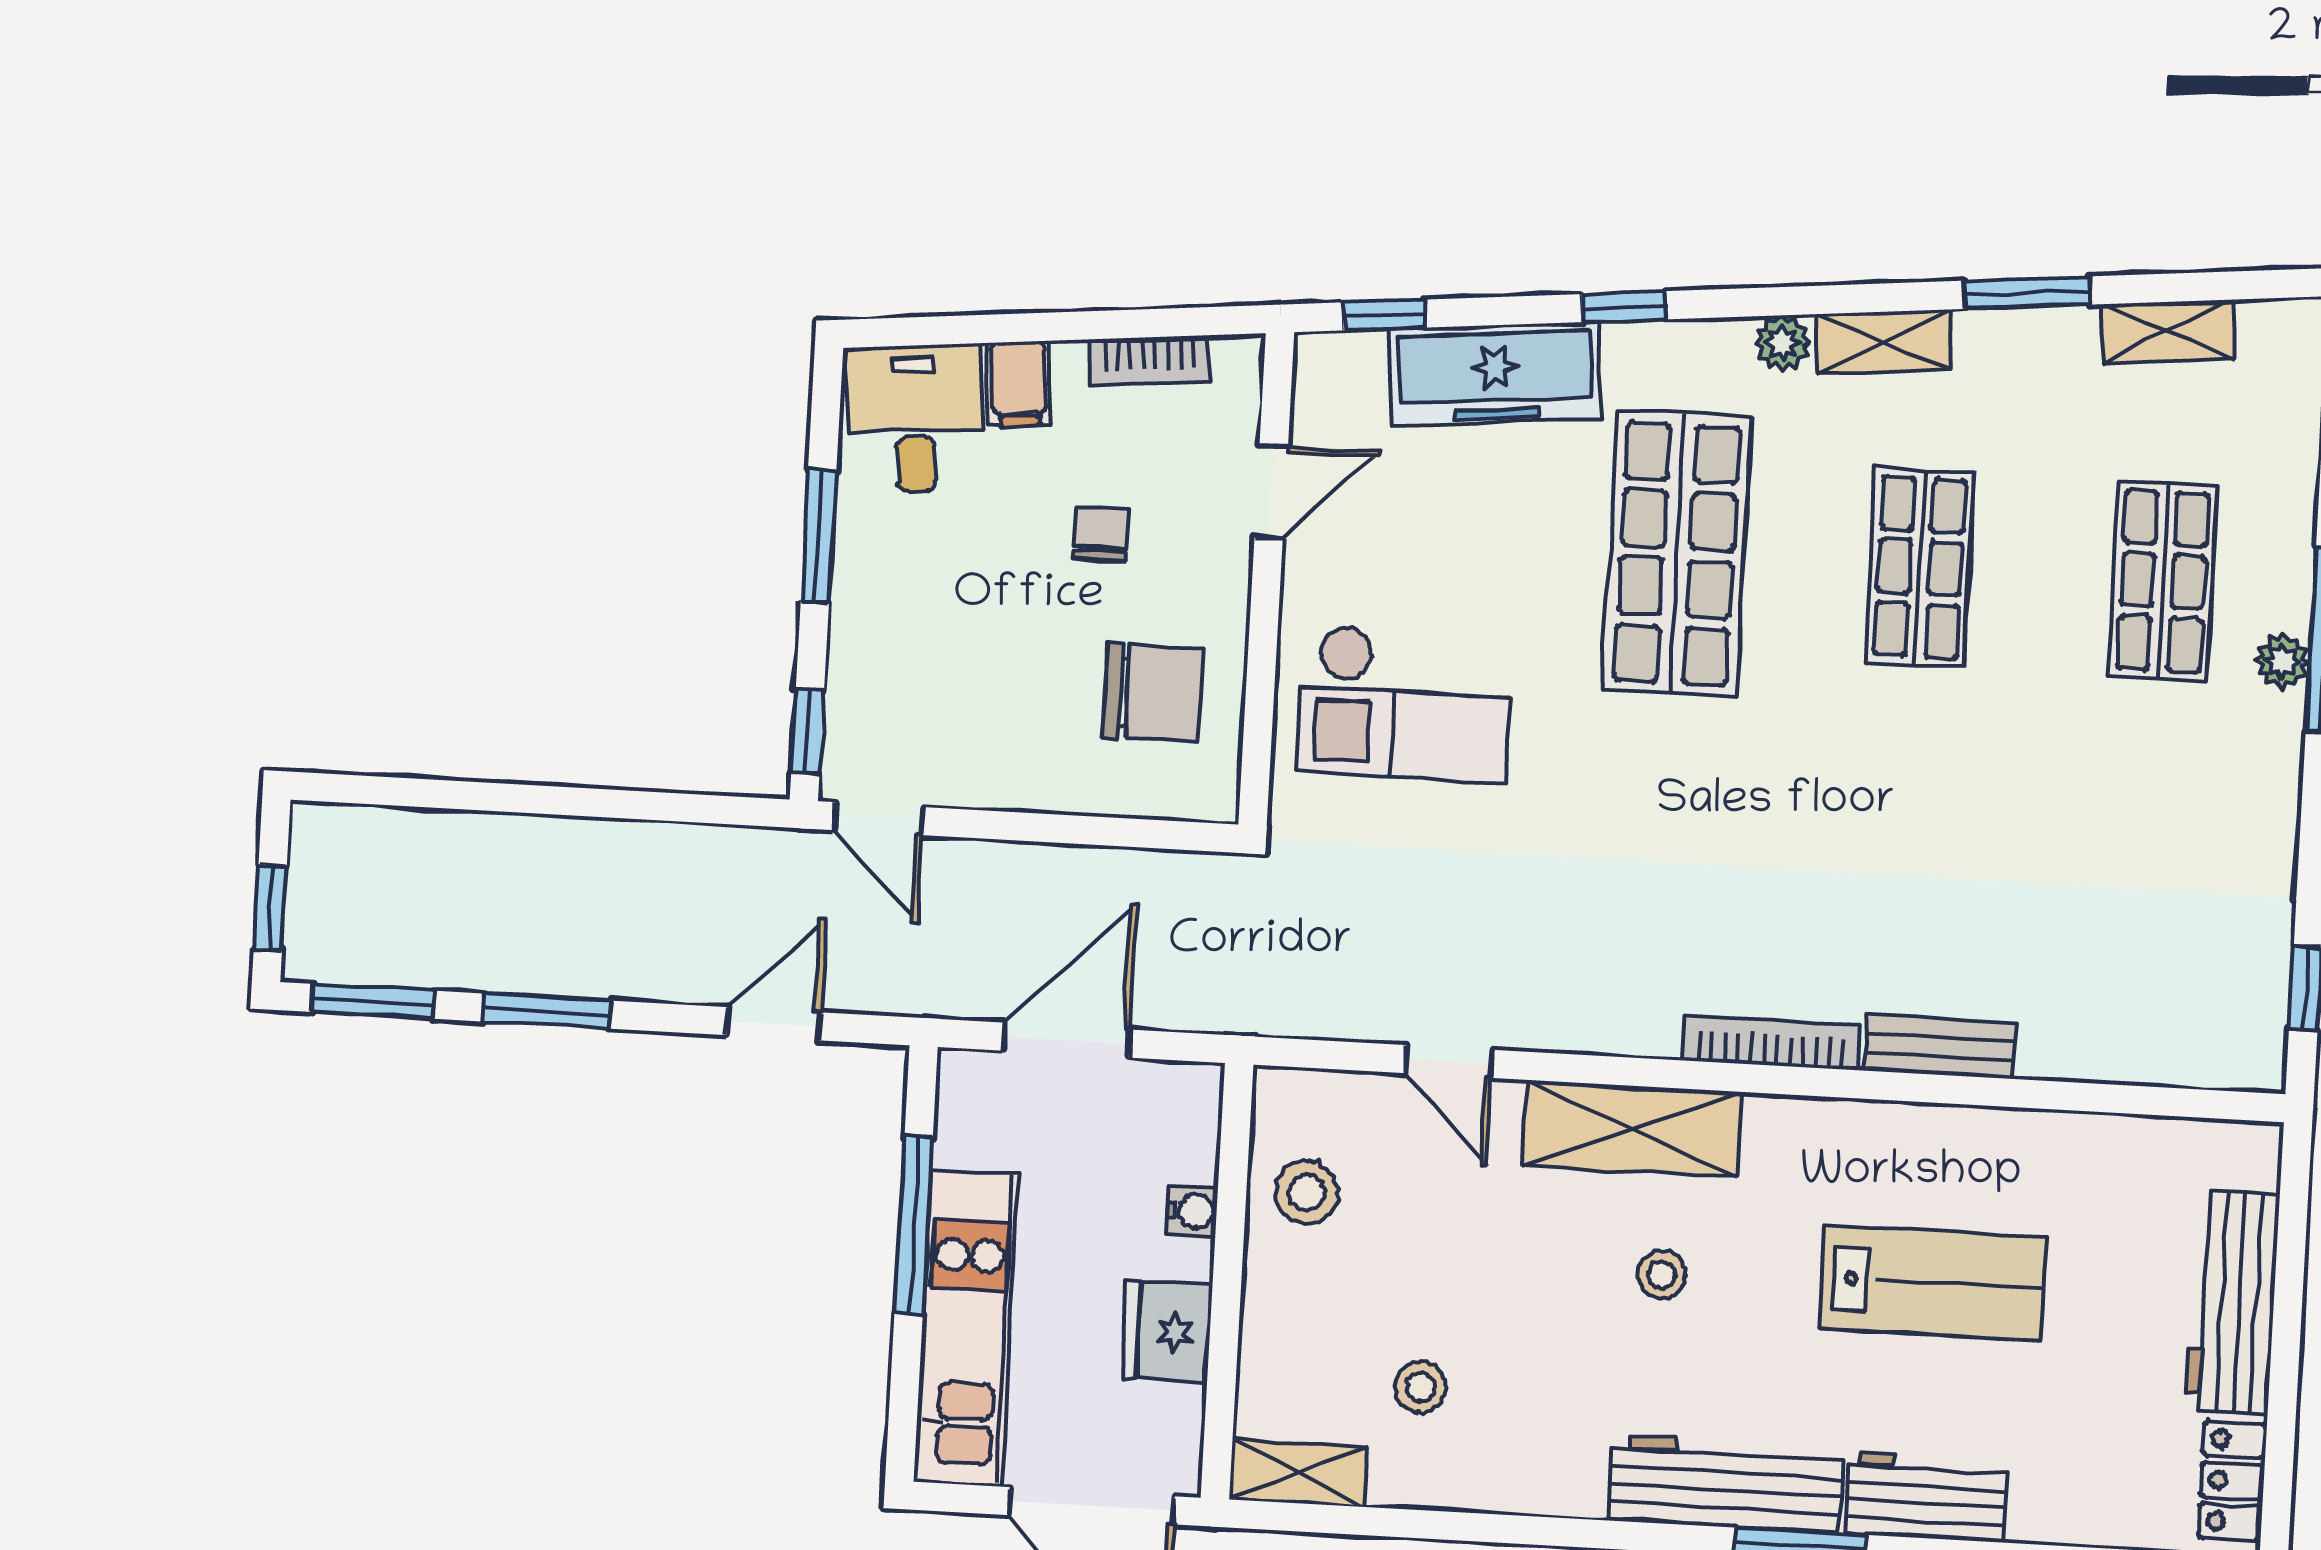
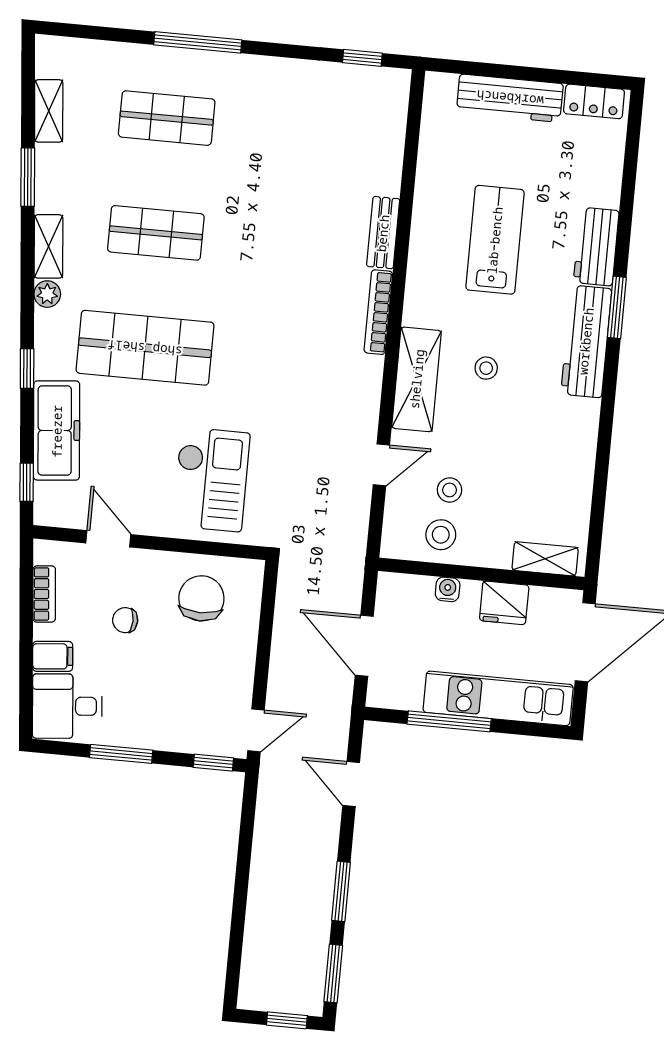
plant: (2282, 661) -> (207, 63), removed
stool: (1421, 1387) -> (450, 490), moved
shelving: (1298, 1473) -> (545, 559), moved, turned 90

